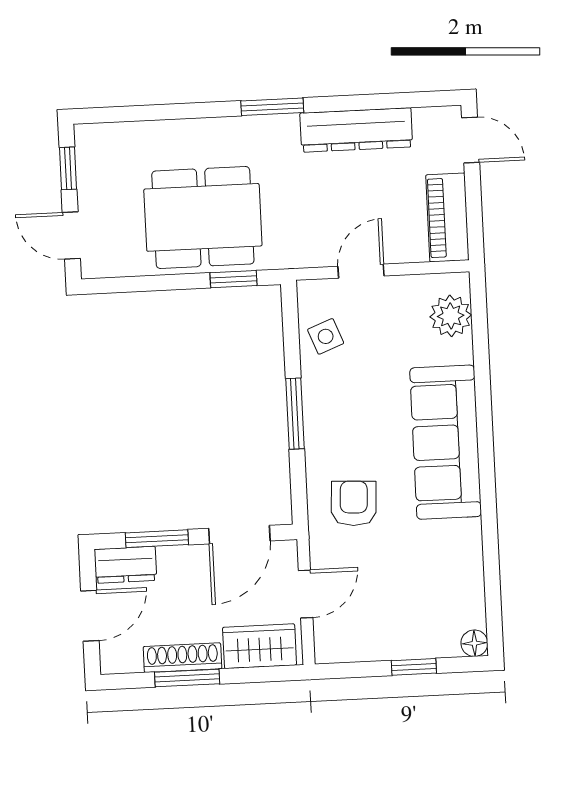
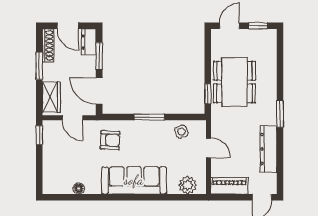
floor lamp: (474, 643) -> (79, 188), moved
shoe rack: (182, 658) -> (48, 45), moved
window: (414, 667) -> (39, 135), moved

